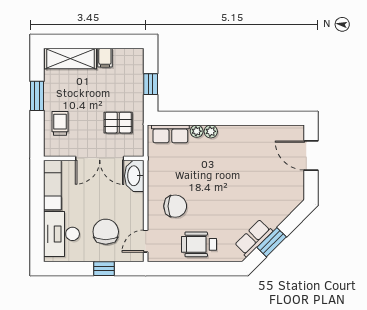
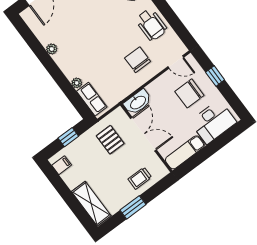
filing cabinet: (105, 58) -> (62, 165), moved
plant: (211, 131) -> (52, 49), moved

